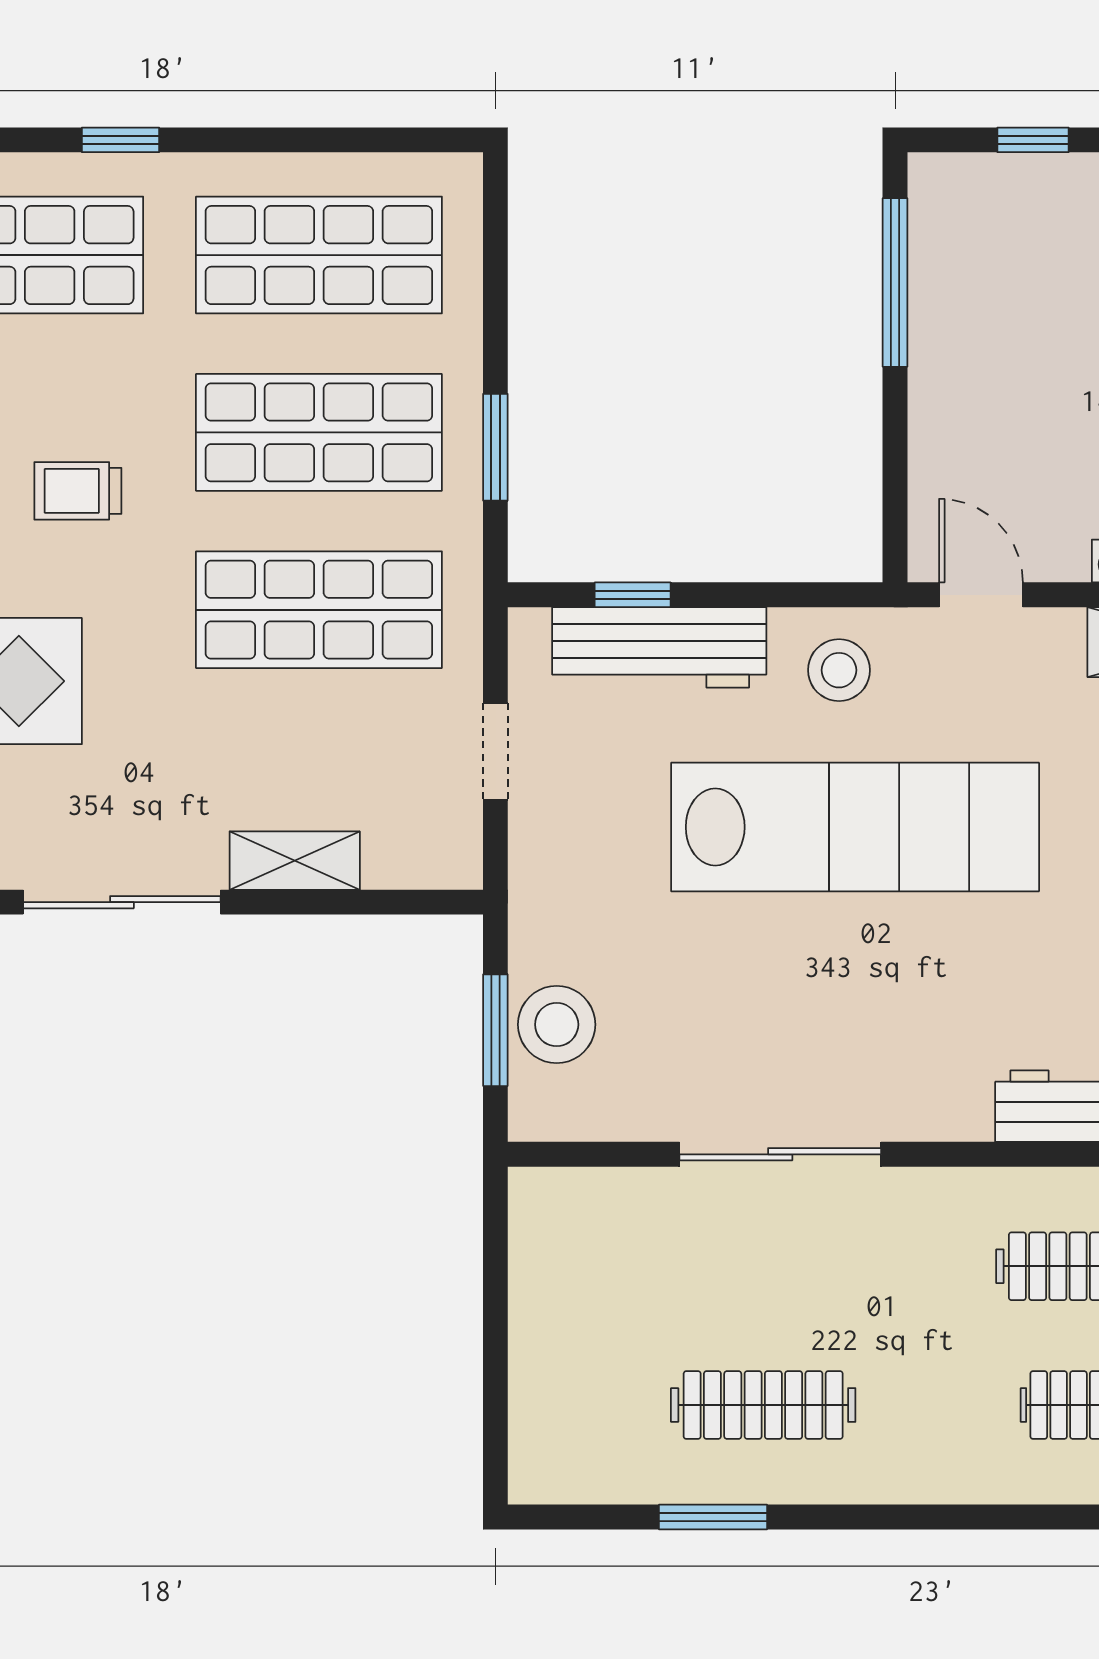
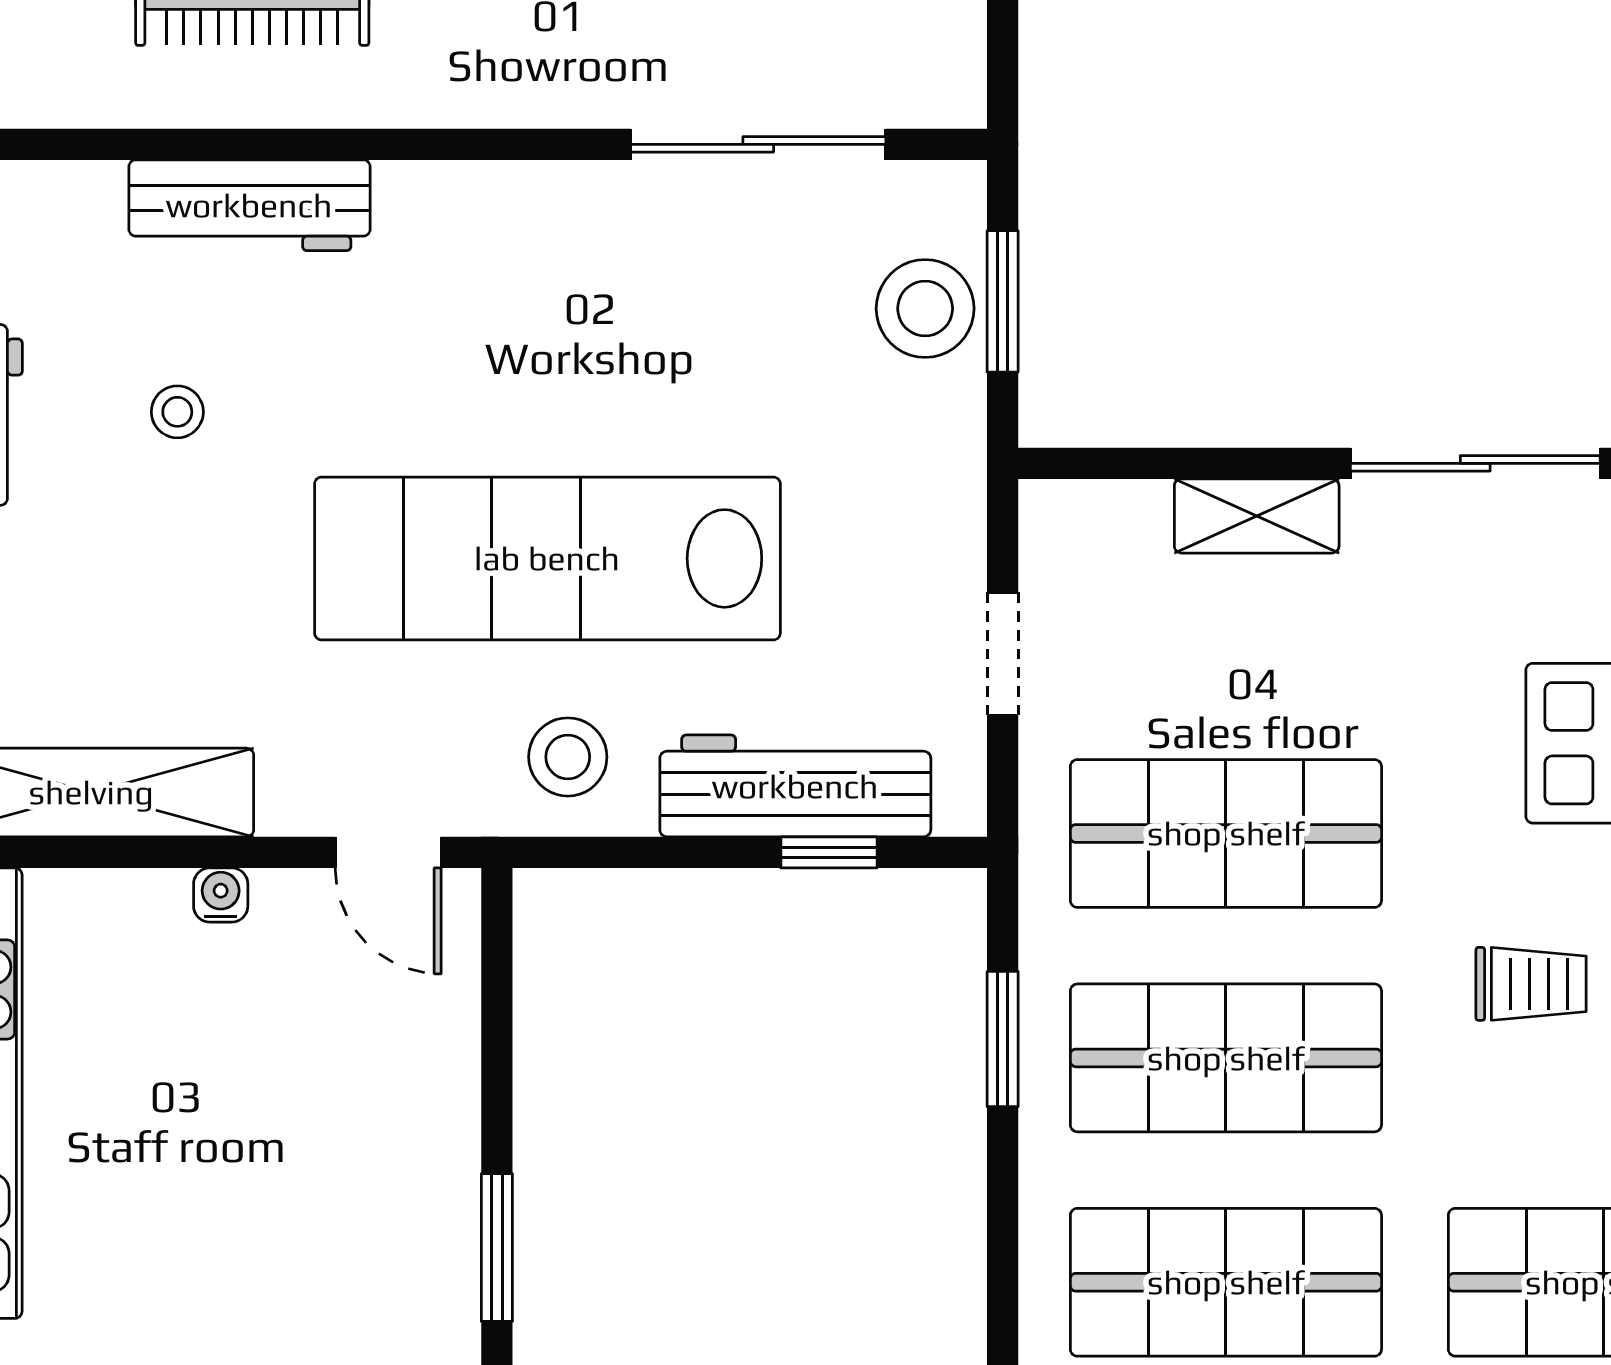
window: (895, 282) -> (497, 1248), width x0.69
sliding door: (780, 1154) -> (758, 144), moved

